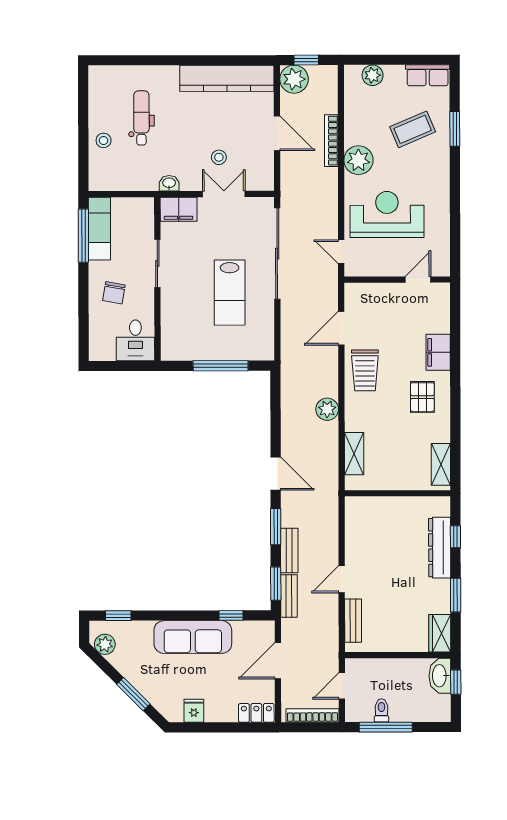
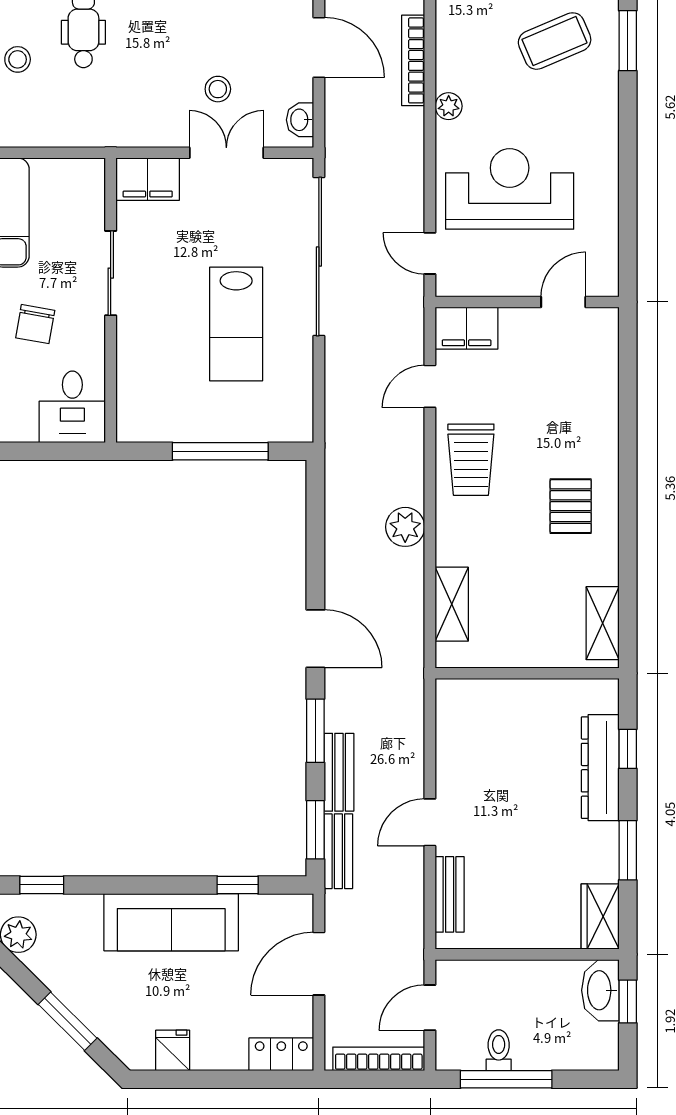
plant: (358, 160) -> (449, 106), width x0.53, depth x0.53
washbasin: (169, 183) -> (300, 120), moved, turned -90
door: (341, 328) -> (430, 386), width x0.73
filing cabinet: (438, 352) -> (467, 328), moved, turned -90

